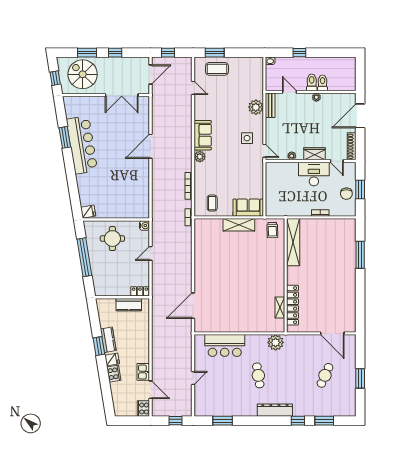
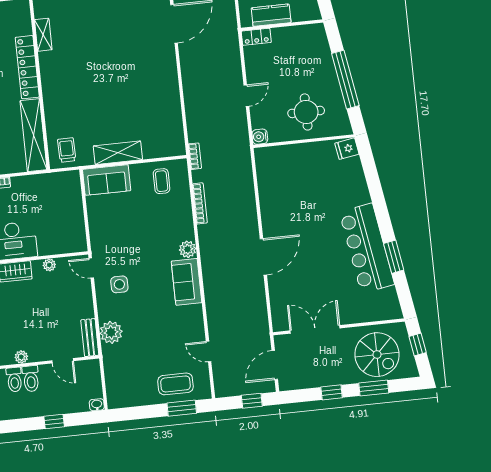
locker: (292, 305) -> (27, 67), moved

